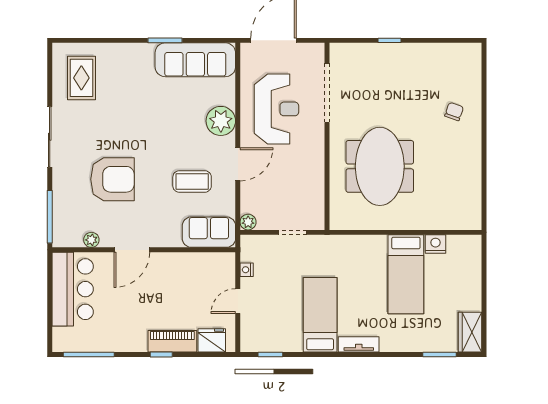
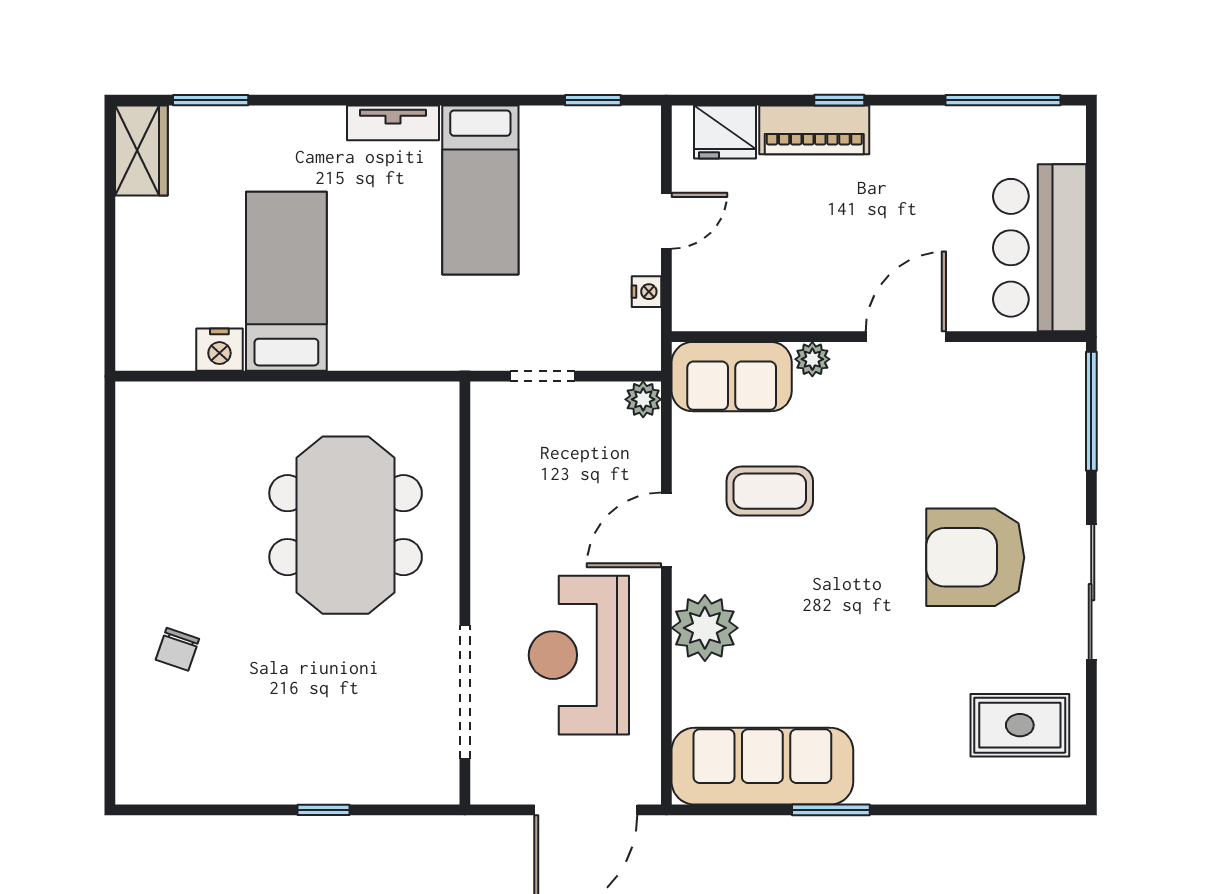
rug: (81, 78) -> (1020, 725), turned 90
armchair: (112, 179) -> (975, 557), moved
plant: (91, 240) -> (812, 359), moved

